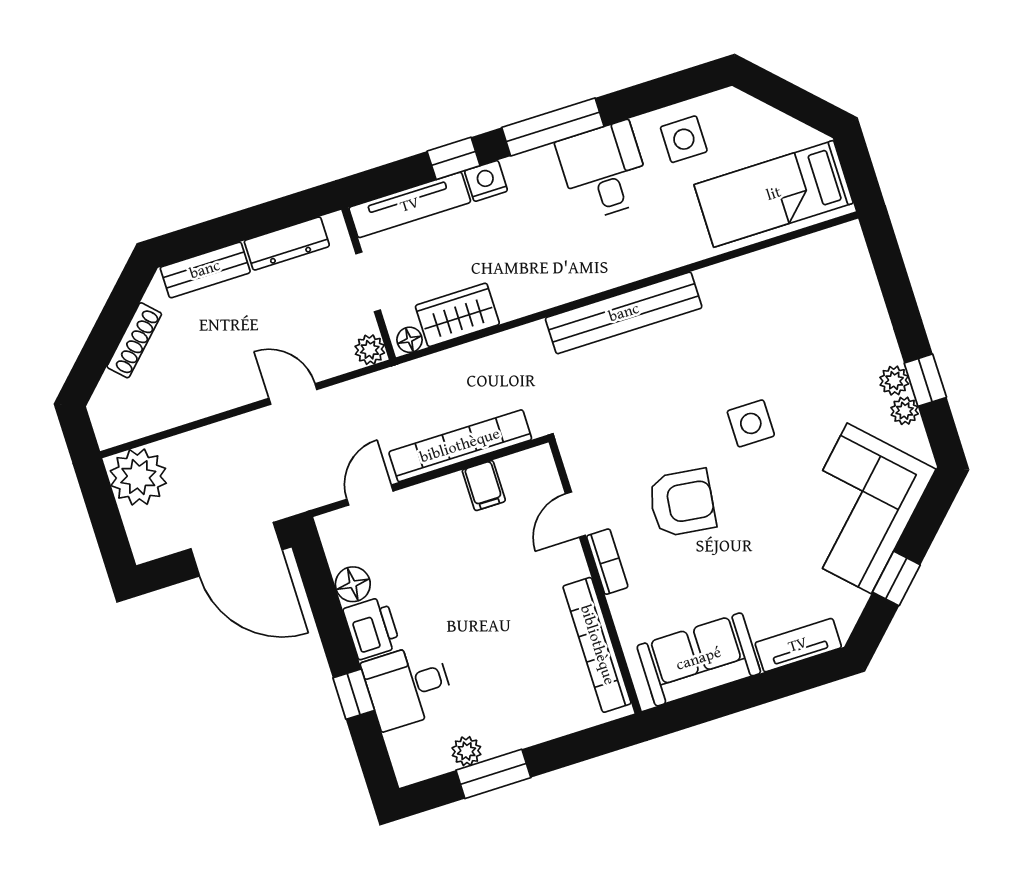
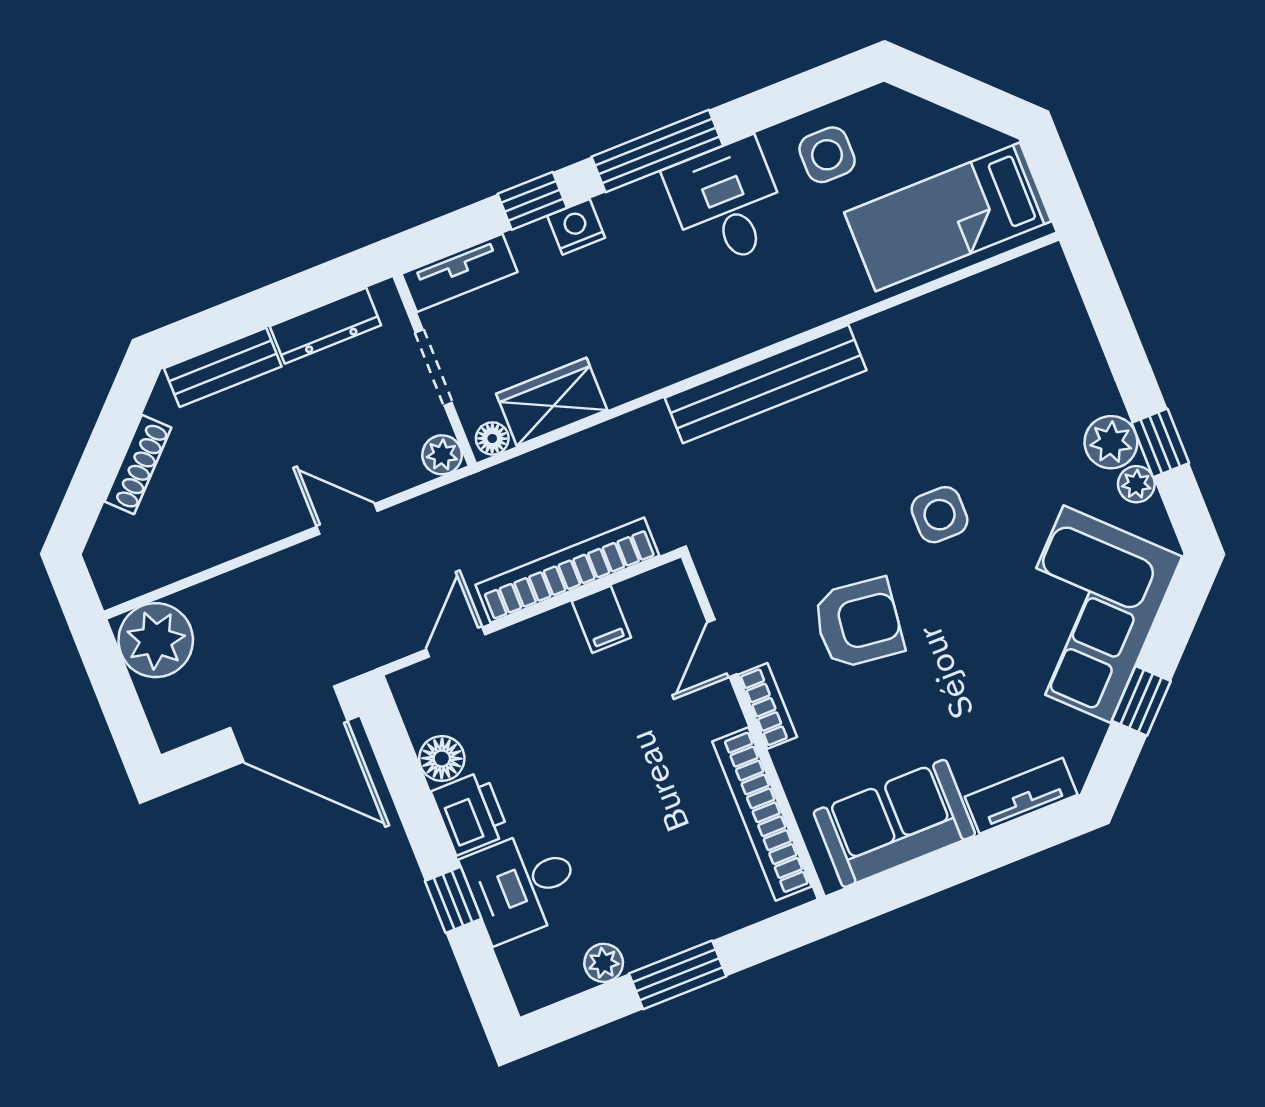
tv unit: (410, 205) -> (460, 273), width x0.71
plant: (894, 381) -> (1111, 442), width x1.38, depth x1.38
window: (493, 774) -> (678, 975), moved

